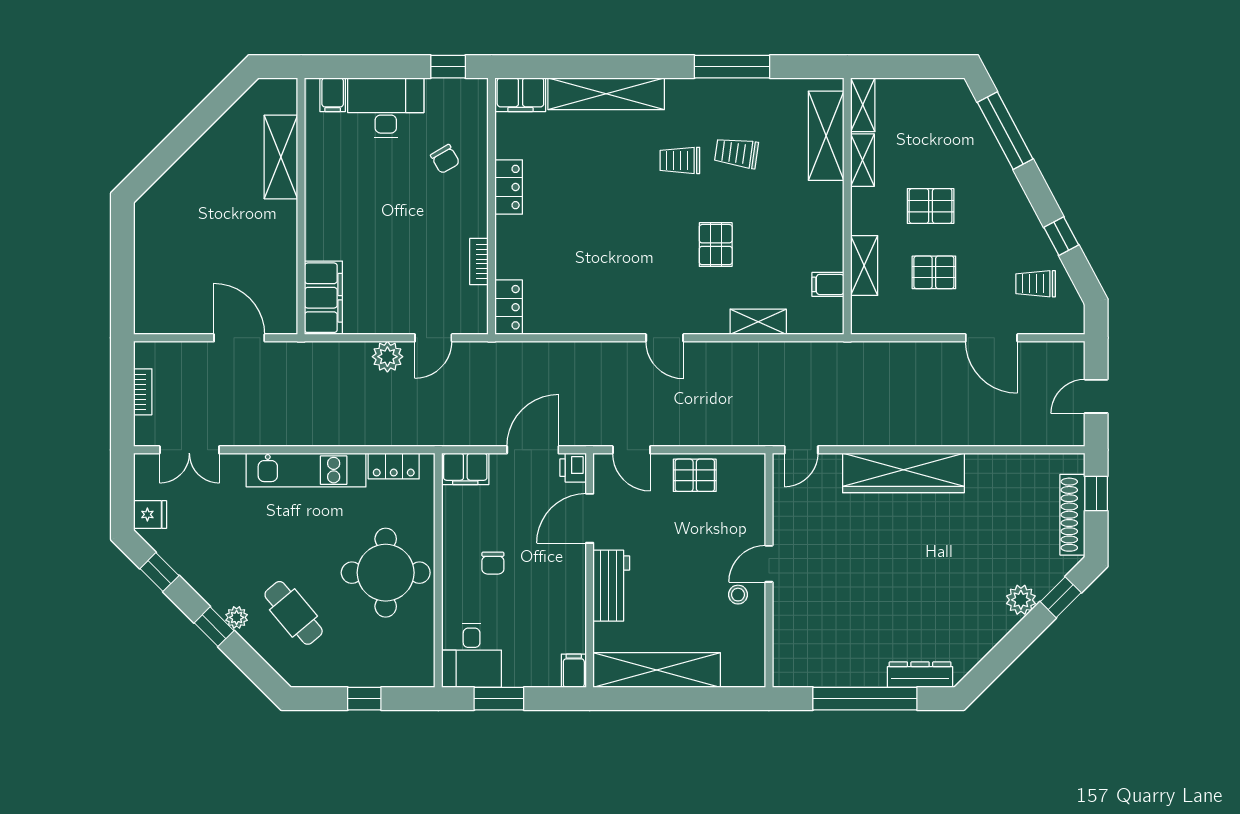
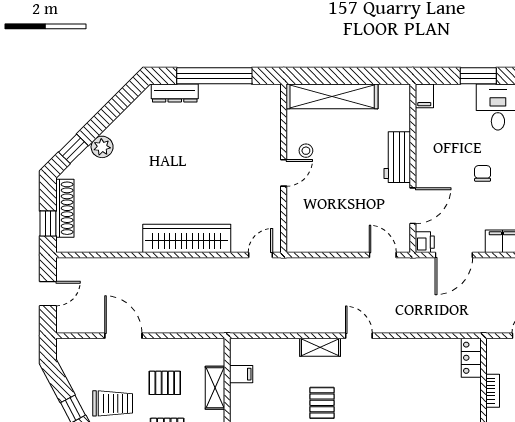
trolley: (1036, 284) -> (113, 403), moved, width x1.36, depth x1.39
shelving: (758, 322) -> (320, 347), moved
pallet: (695, 475) -> (337, 237), removed
shelving: (657, 670) -> (332, 96), moved

